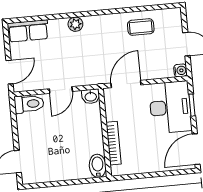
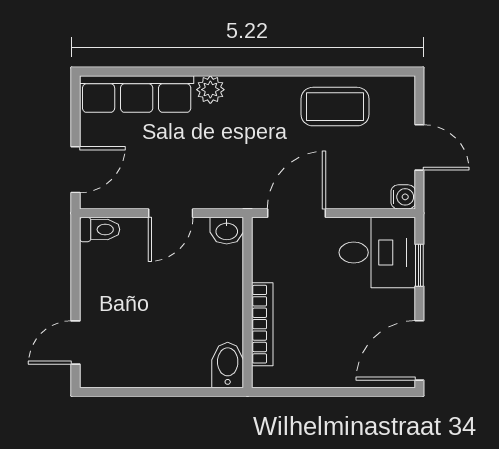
coffee table: (141, 27) -> (335, 107), width x1.36, depth x1.30
row of seats: (28, 31) -> (137, 94), width x1.48
toilet: (29, 104) -> (100, 229), width x0.73, depth x0.72
desk: (170, 107) -> (377, 252), width x0.73

